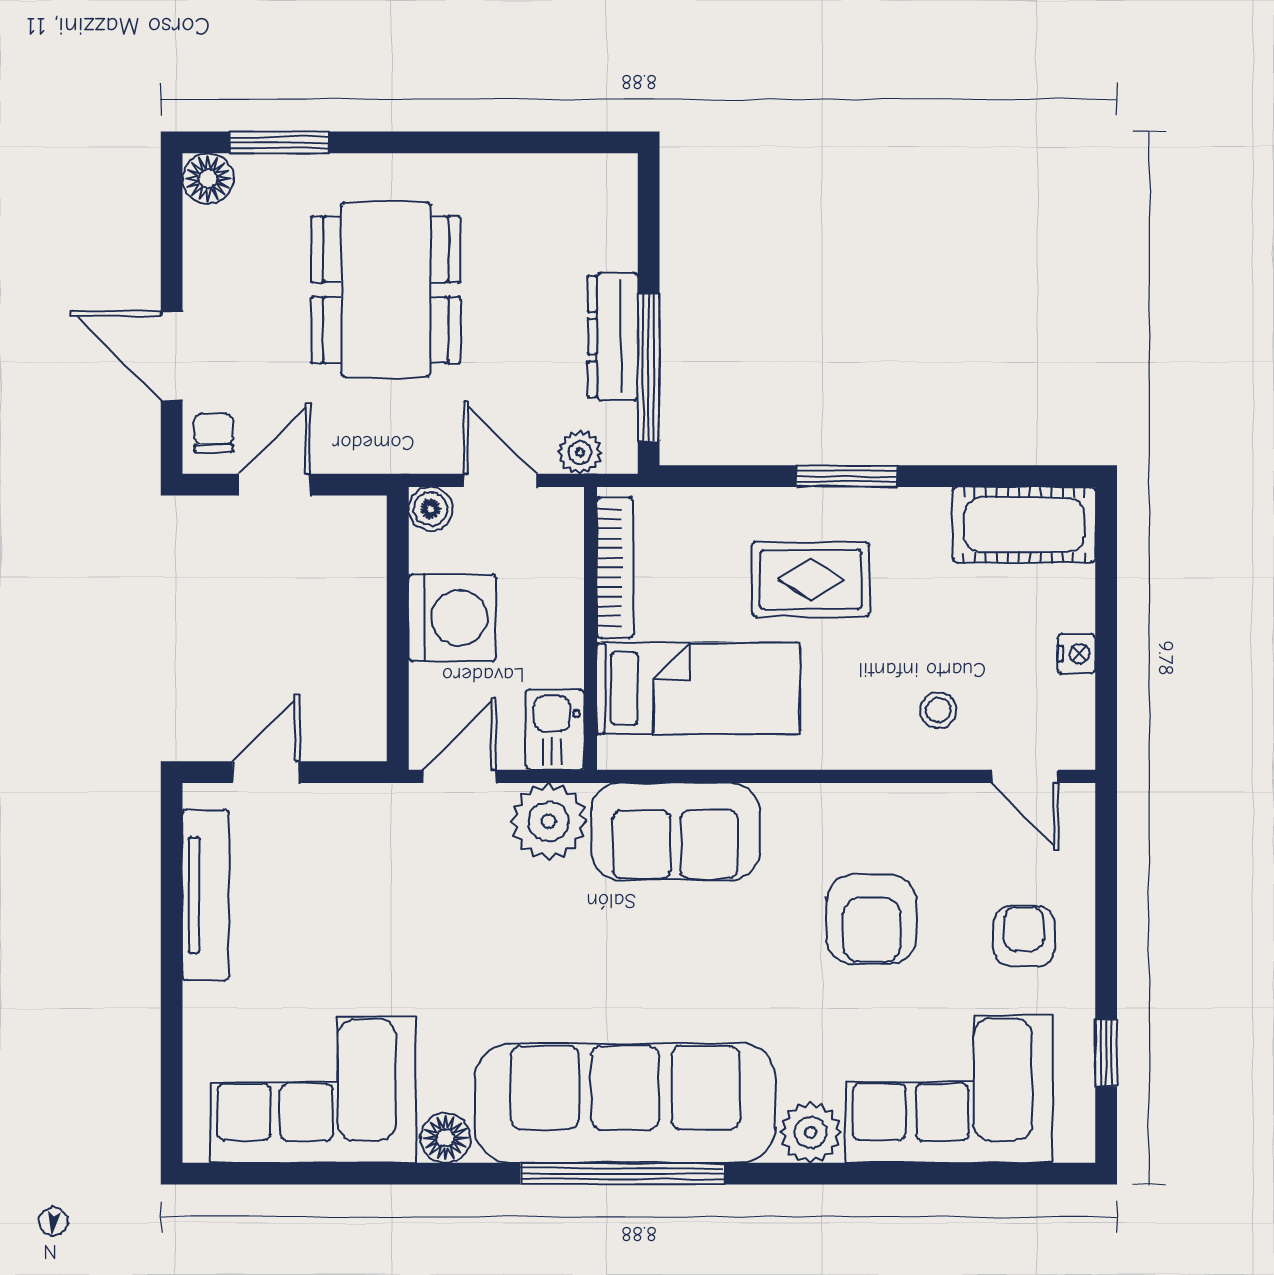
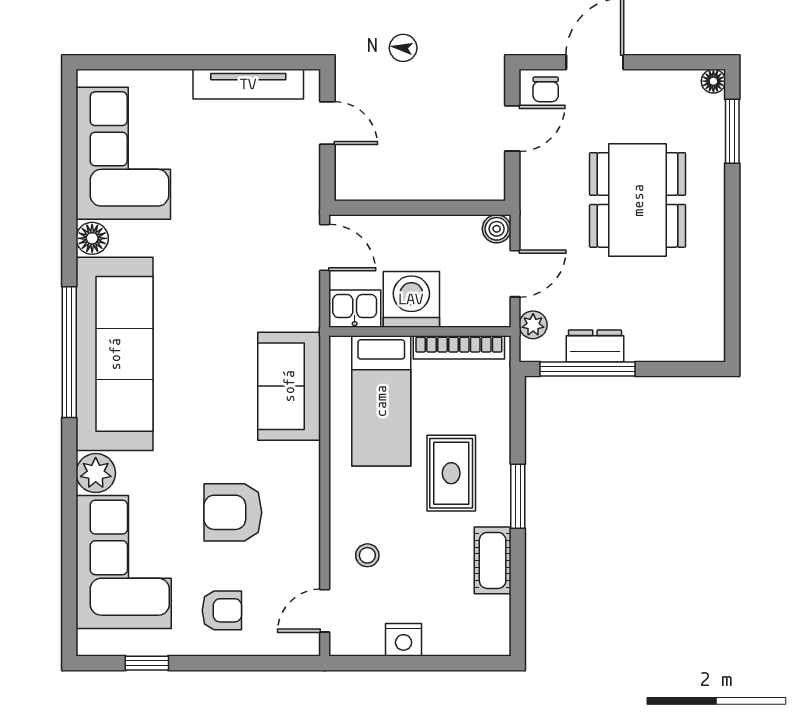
floor lamp: (208, 179) -> (713, 81), width x0.73, depth x0.73
dining table: (386, 290) -> (638, 200), turned 90
dresser: (613, 337) -> (595, 346), width x0.70
chair: (214, 433) -> (546, 89), turned 90
door: (274, 485) -> (512, 128), hinge flipped
cot: (1024, 525) -> (493, 560), moved, width x0.73, depth x0.75
washing machine: (452, 618) -> (411, 299), moved, turned 180
nightstand: (1077, 654) -> (404, 640), width x1.39, depth x1.35
plant: (549, 821) -> (296, 305), removed

